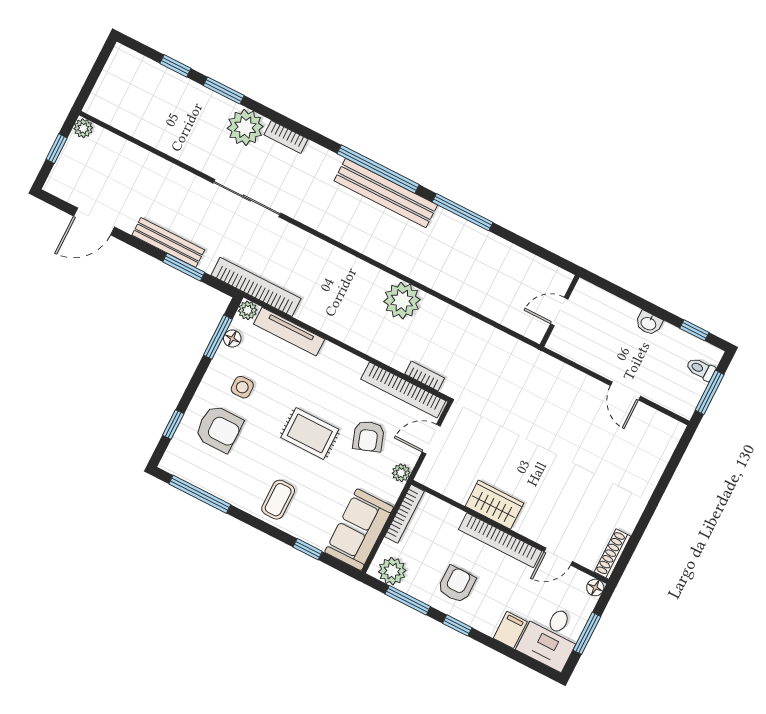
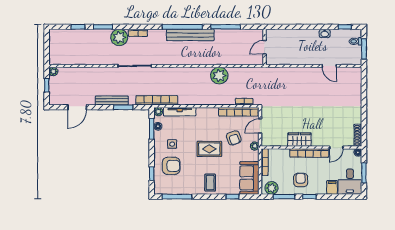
door: (559, 311) -> (265, 47), moved
wall: (560, 311) -> (265, 47), moved

